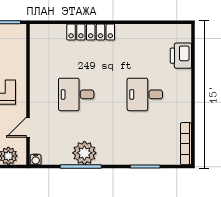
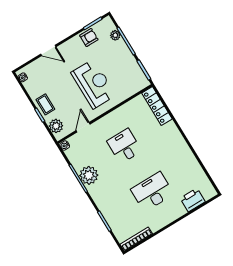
locker: (91, 32) -> (157, 106), moved
desk: (145, 94) -> (152, 192), width x1.37
door: (28, 127) -> (83, 127), hinge flipped

